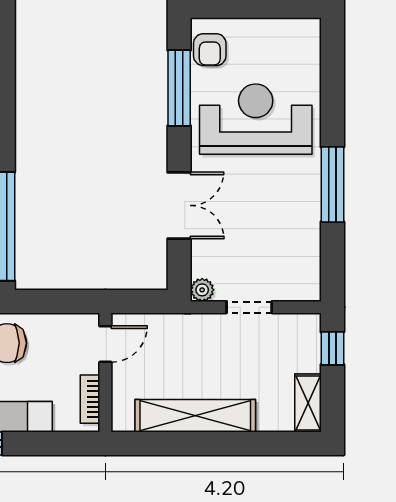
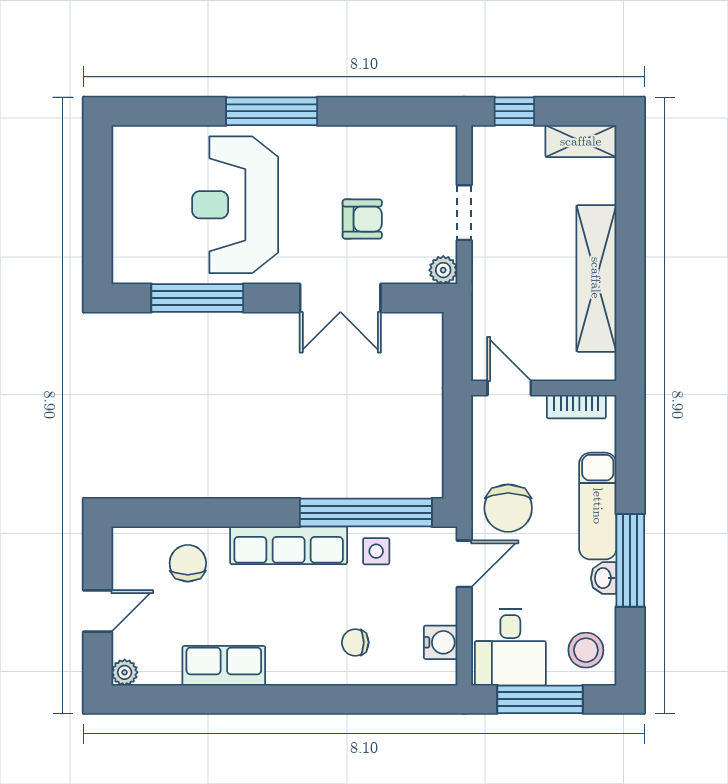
armchair: (210, 50) -> (362, 219), moved
window: (332, 184) -> (272, 111), moved
double door: (179, 205) -> (340, 298), swing flipped

